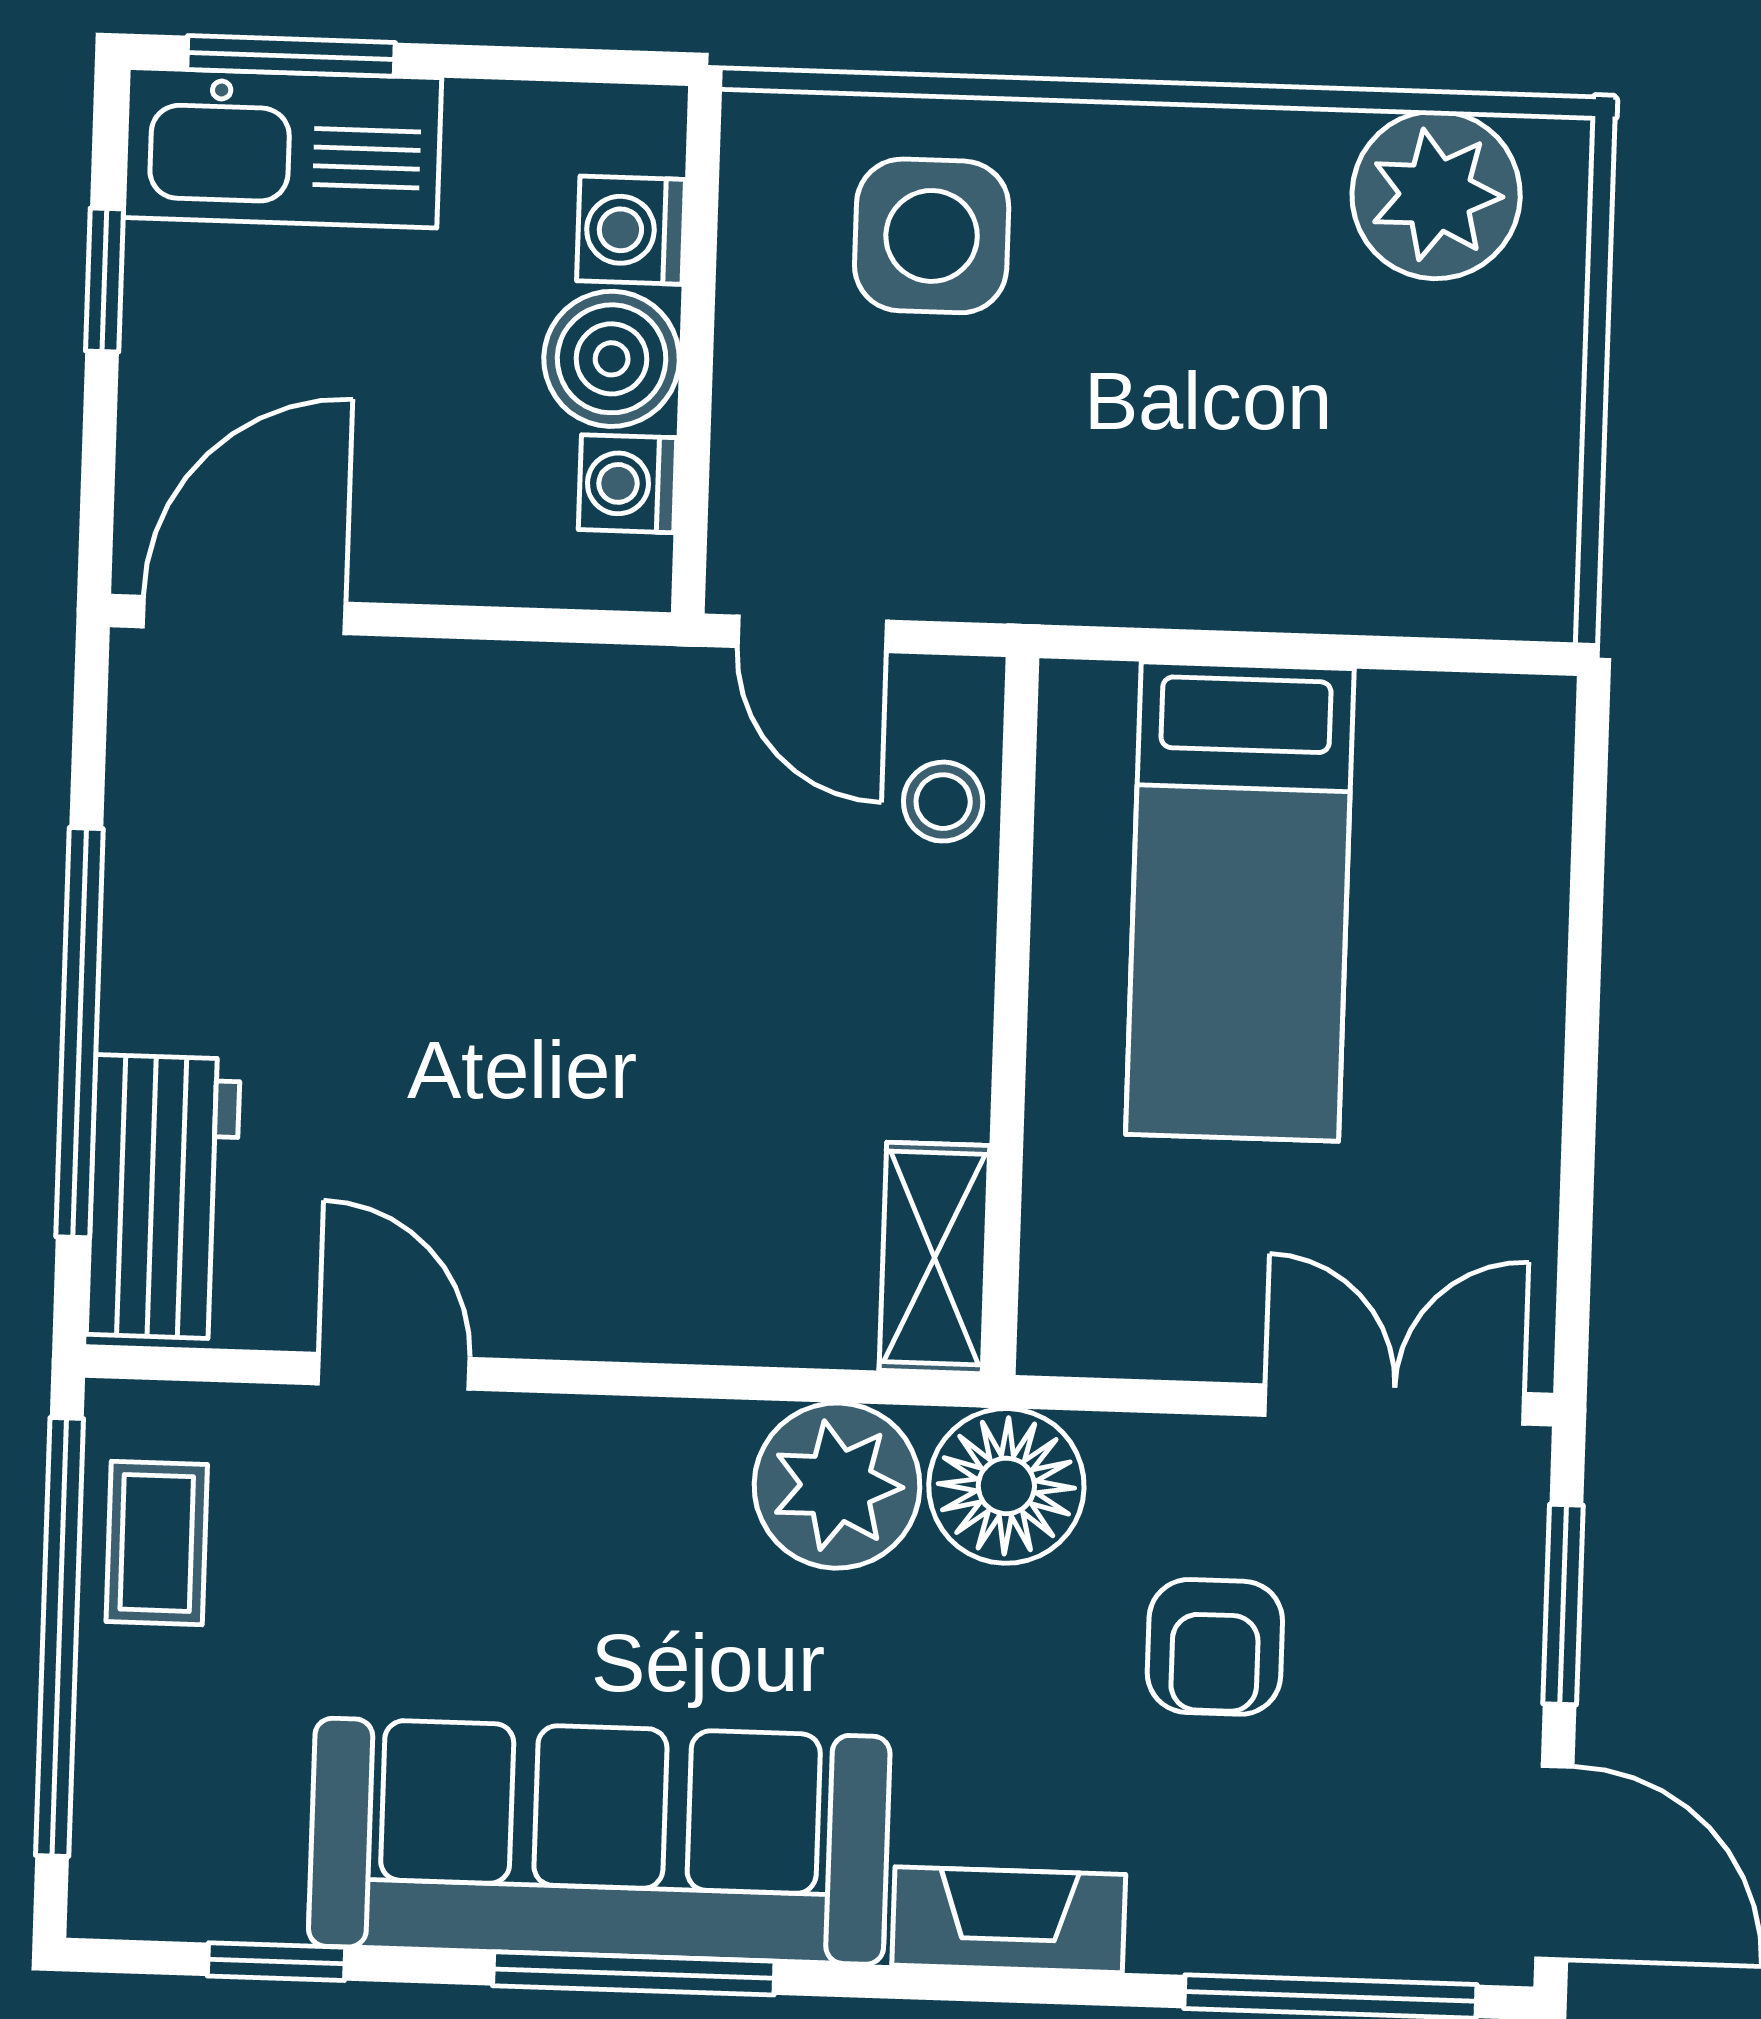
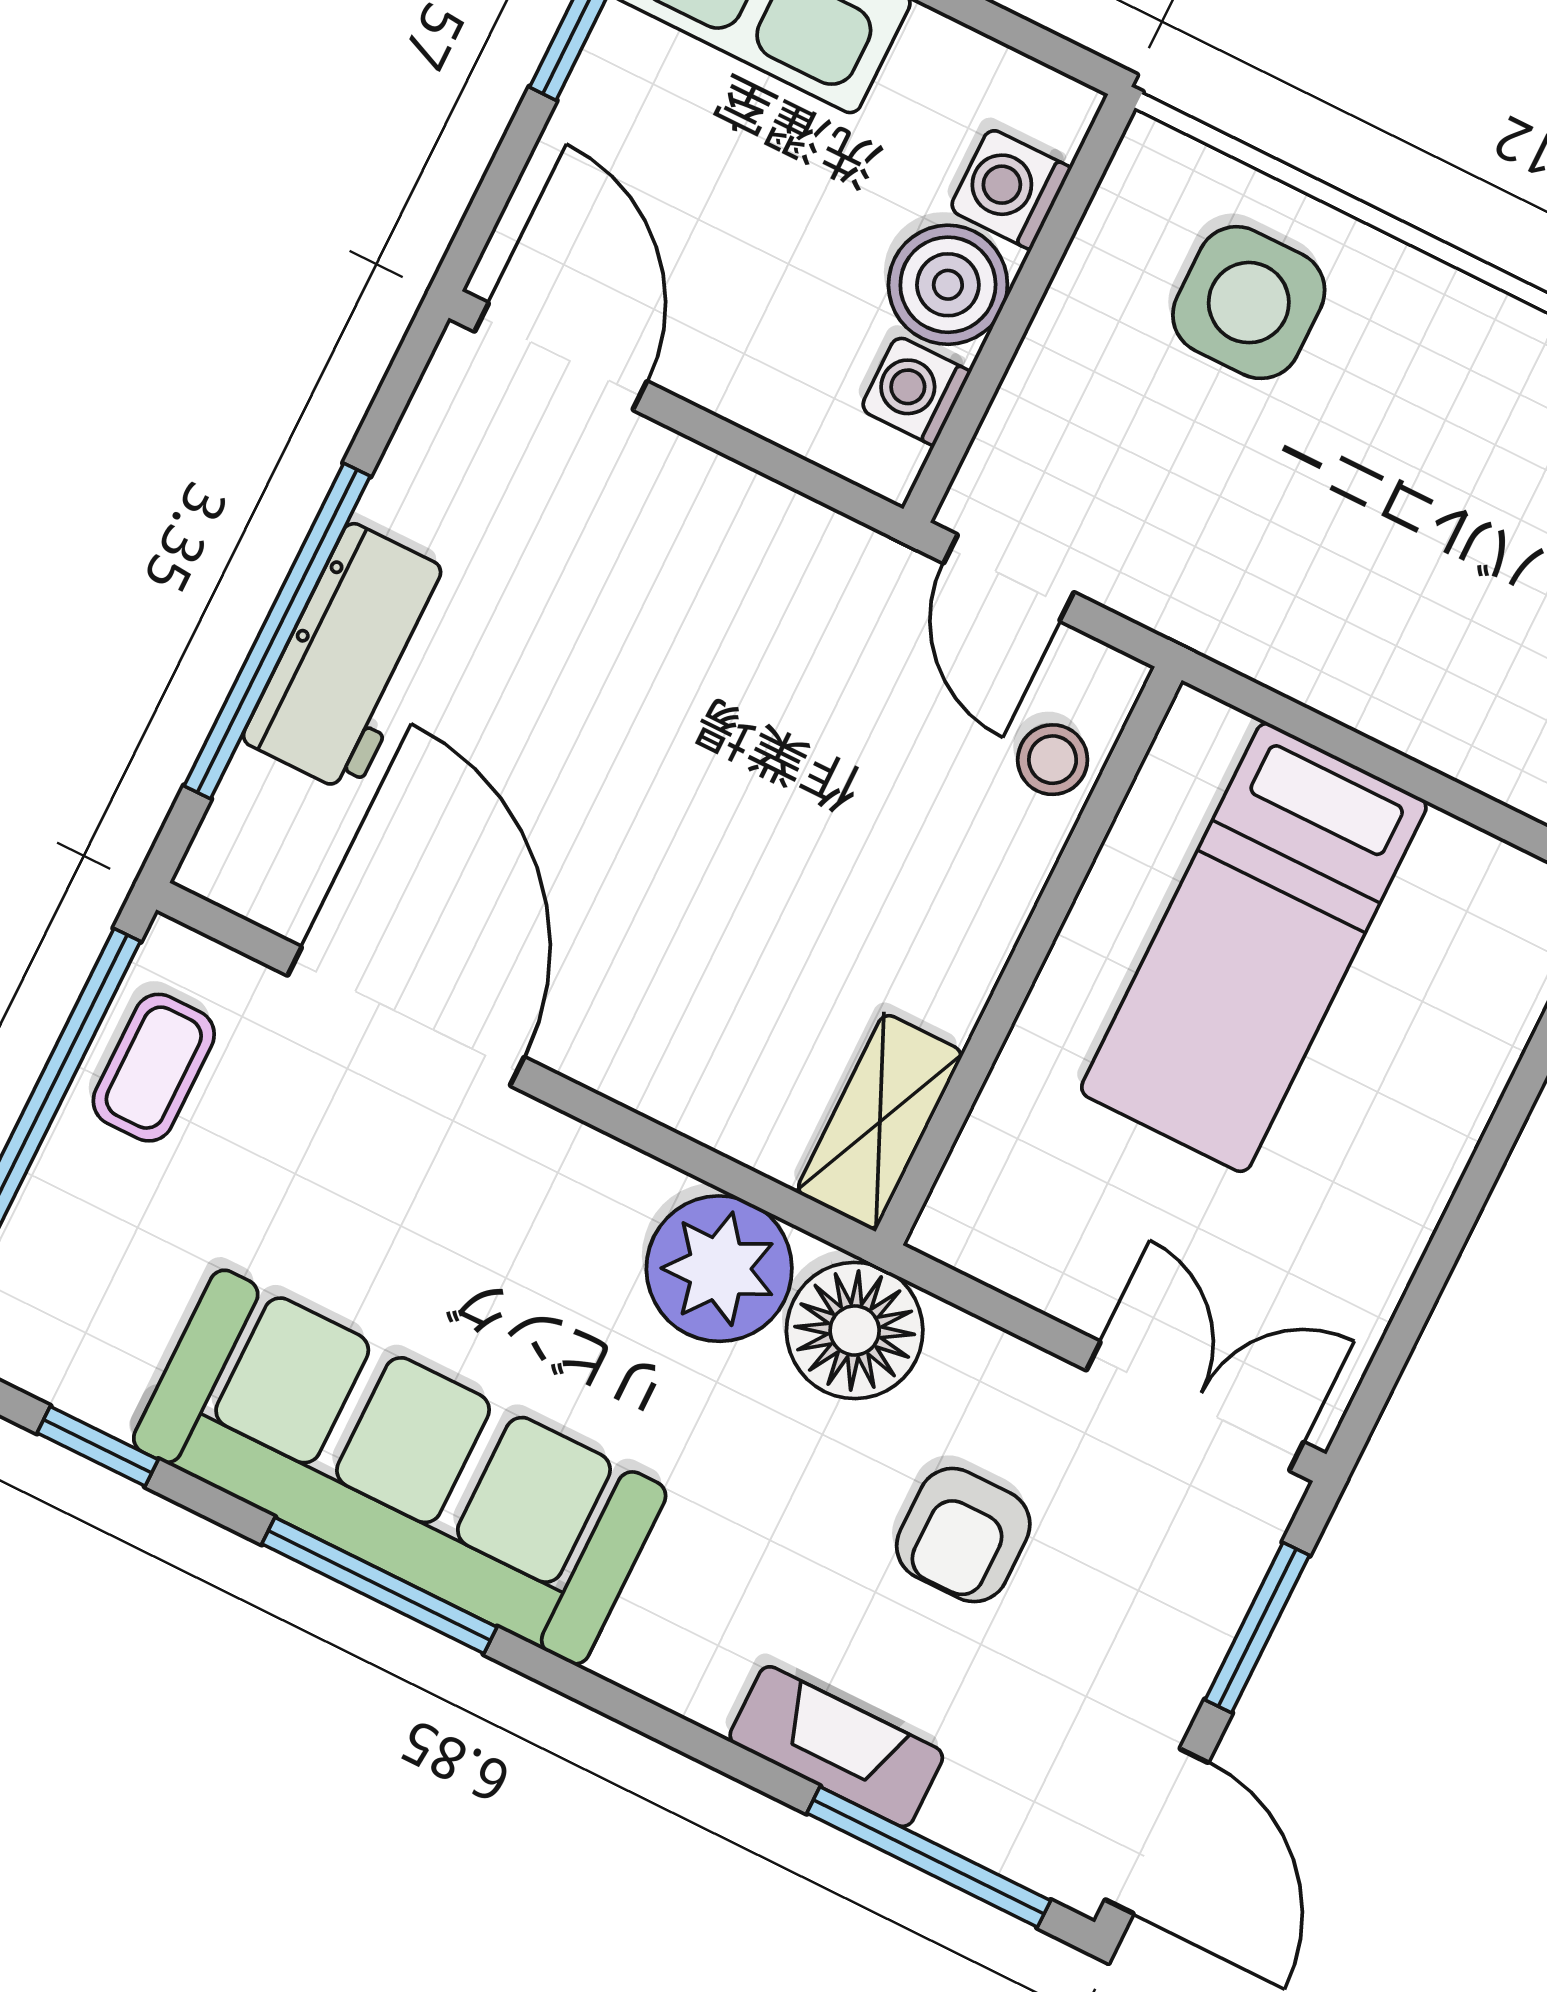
door: (244, 615) -> (561, 356), hinge flipped
workbench: (163, 1197) -> (351, 658), moved
door: (394, 1371) -> (406, 1016), width x1.87
fireplace: (1009, 1920) -> (836, 1747), moved

